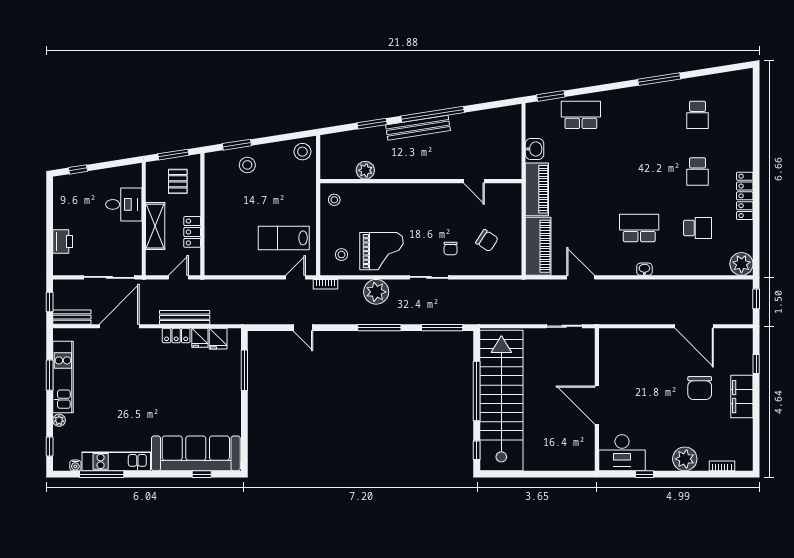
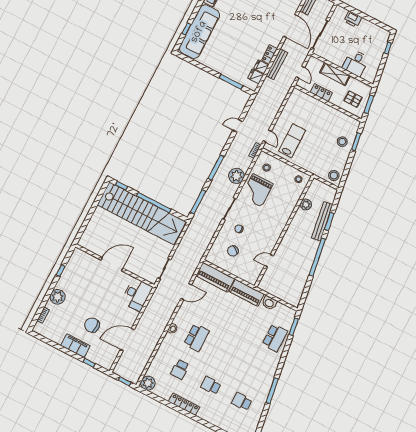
bench: (418, 128) -> (322, 221), moved
desk: (622, 453) -> (137, 295), moved, turned 180

